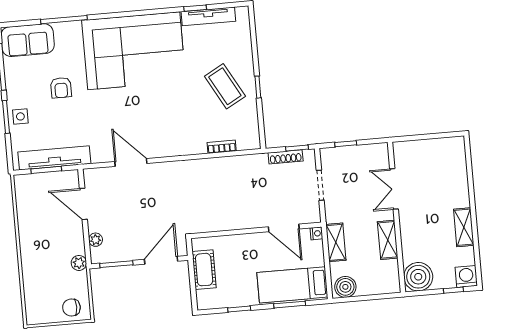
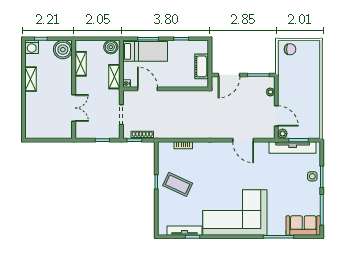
coffee table: (225, 86) -> (178, 184), turned -36
armchair: (61, 88) -> (284, 193), removed
shelving: (388, 240) -> (81, 64), moved
plant: (79, 263) -> (283, 134), moved

